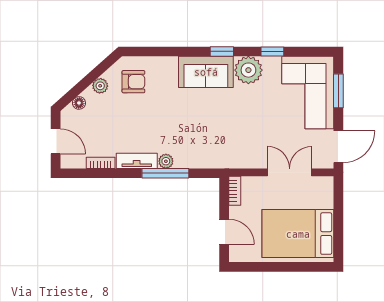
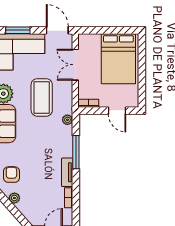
floor lamp: (79, 103) -> (26, 213), removed
coffee table: (243, 125) -> (42, 97), added
plant: (166, 161) -> (67, 120), moved
door: (224, 232) -> (117, 111), swing flipped

